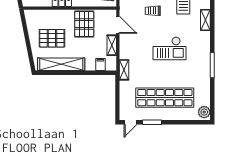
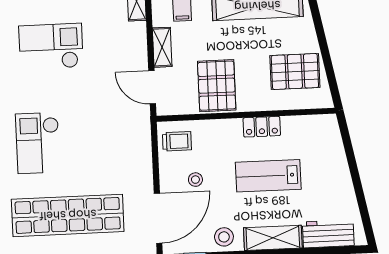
trolley: (153, 11) -> (86, 117), removed
pallet: (52, 38) -> (295, 72), moved

